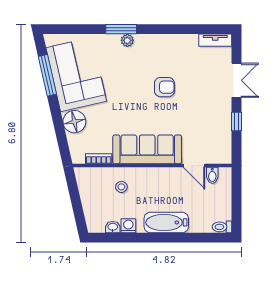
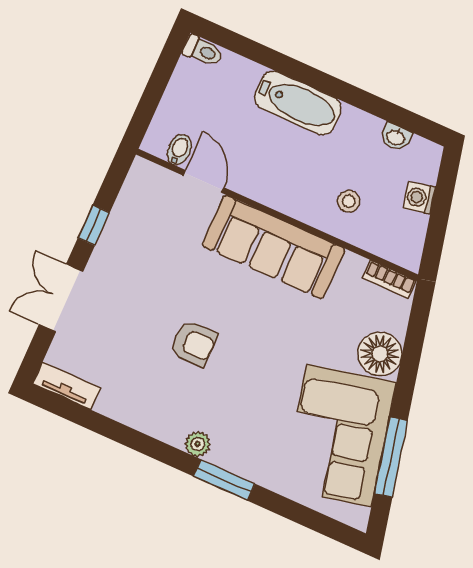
plant: (127, 40) -> (198, 444), moved
armchair: (164, 87) -> (194, 343), turned 180
bookcase: (99, 159) -> (389, 279), moved
washing machine: (128, 226) -> (419, 198), moved, turned 77

